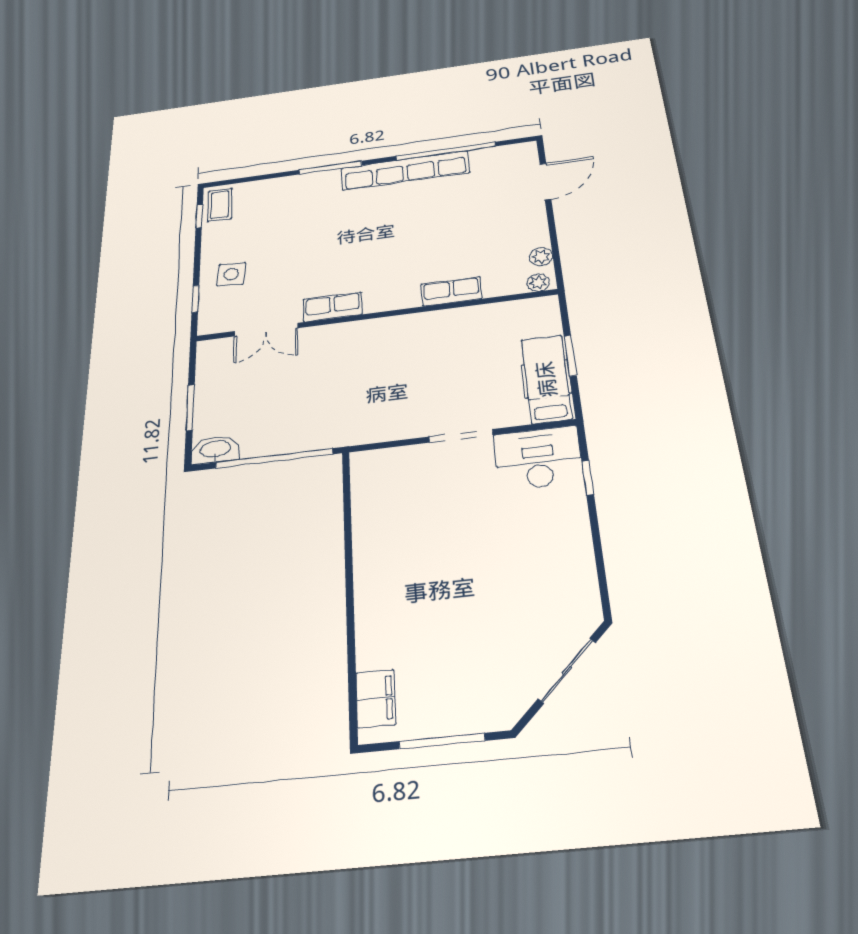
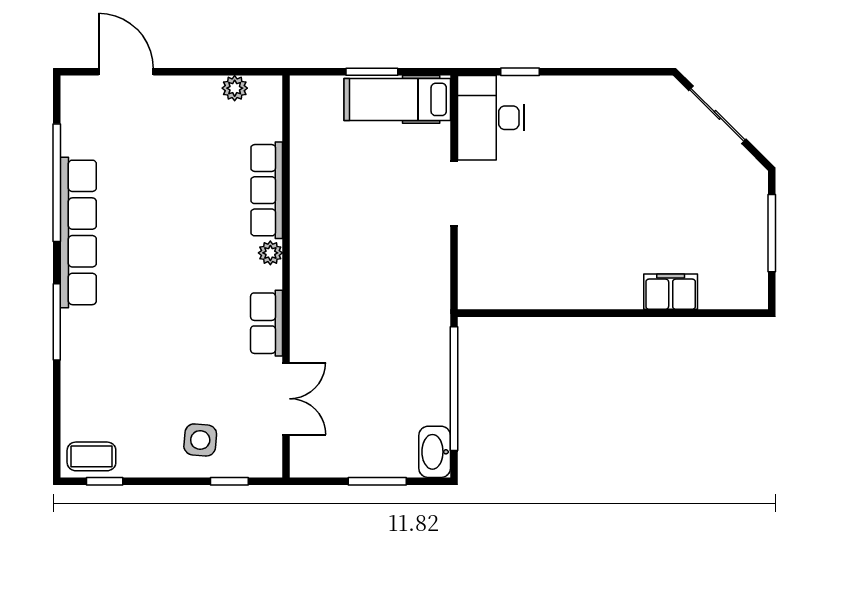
plant: (538, 283) -> (270, 253), moved
row of seats: (451, 291) -> (267, 190), width x1.48
filing cabinet: (376, 698) -> (671, 292), moved

